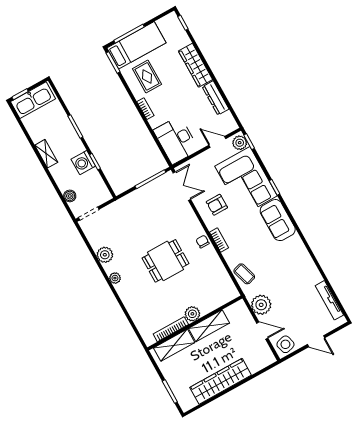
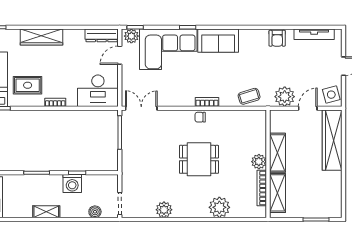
dresser: (216, 98) -> (102, 35), moved
armchair: (217, 205) -> (277, 38), moved
dining table: (165, 261) -> (199, 159), turned 90
plant: (115, 278) -> (219, 207), moved, width x1.88, depth x1.88
wardrobe: (221, 381) -> (332, 140), moved

